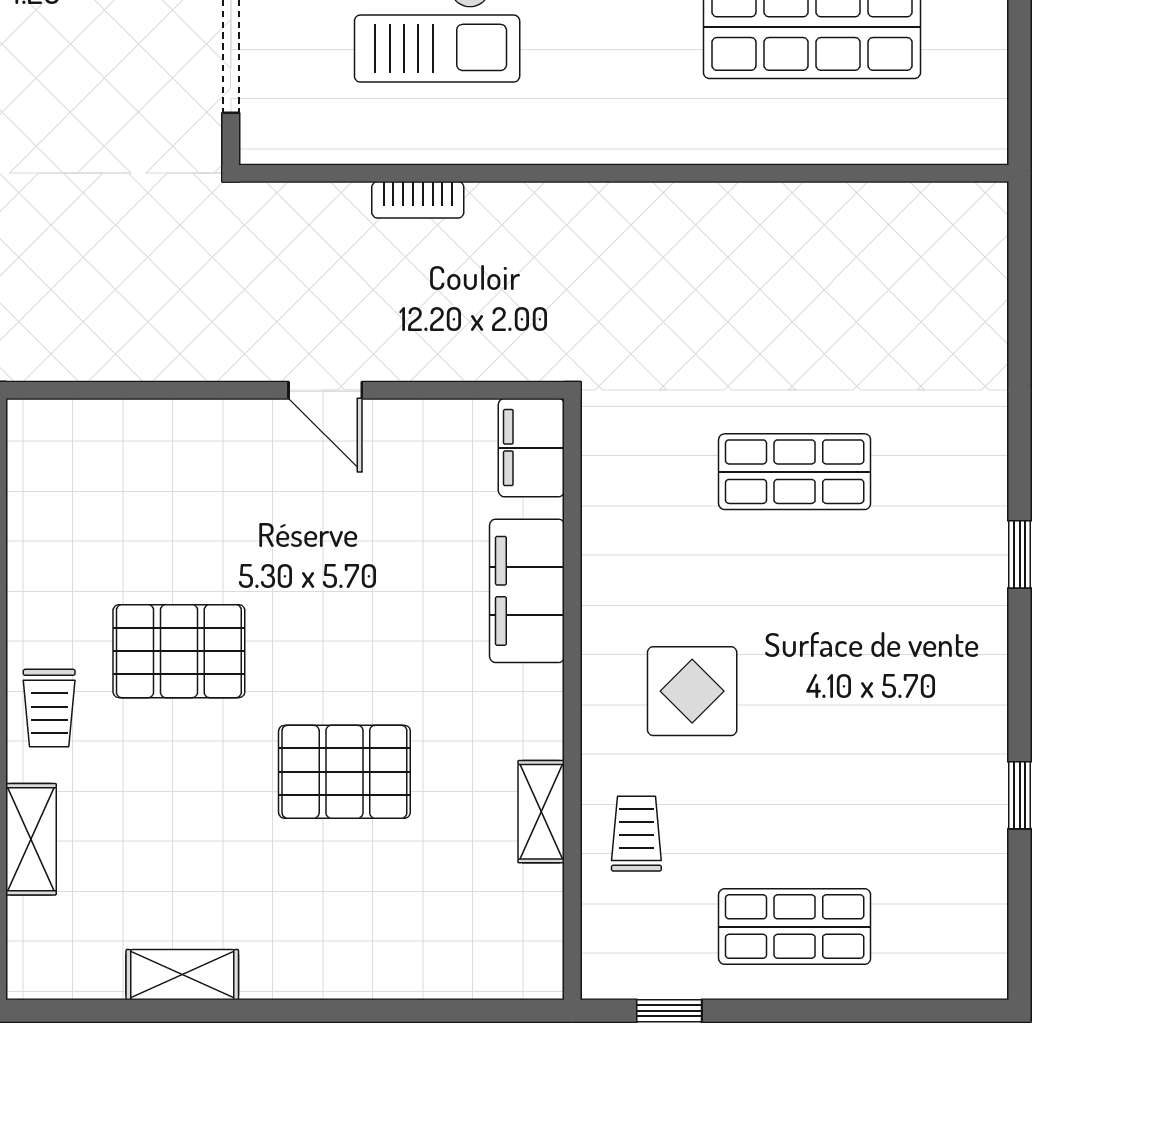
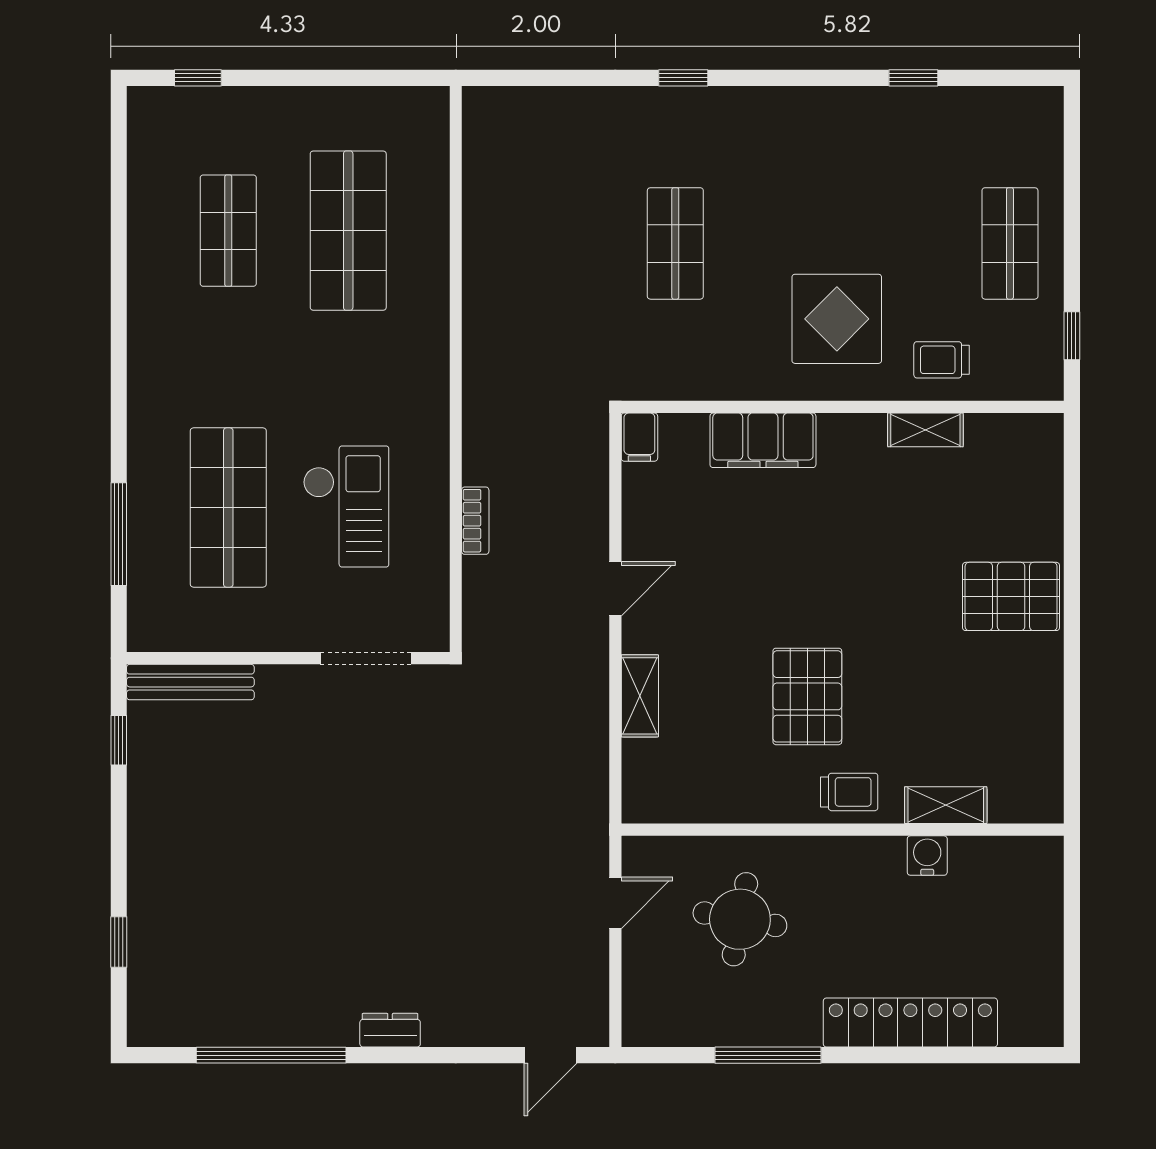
filing cabinet: (531, 448) -> (639, 437), width x0.50
window: (1020, 554) -> (683, 78), moved
display table: (692, 691) -> (837, 319), width x1.36, depth x1.36
pallet: (344, 772) -> (1011, 596), moved, turned 90
shelving: (182, 975) -> (640, 696), moved

